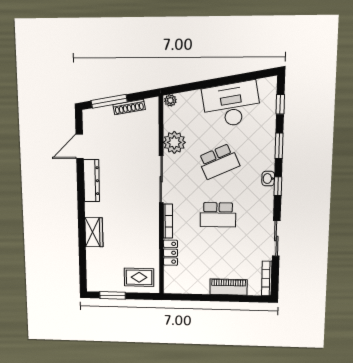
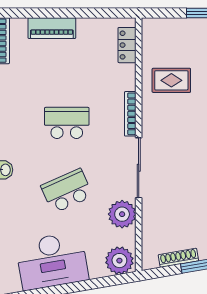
plant: (170, 100) -> (119, 261), width x1.88, depth x1.88
locker: (170, 253) -> (127, 45), moved
rug: (139, 277) -> (171, 80), moved

